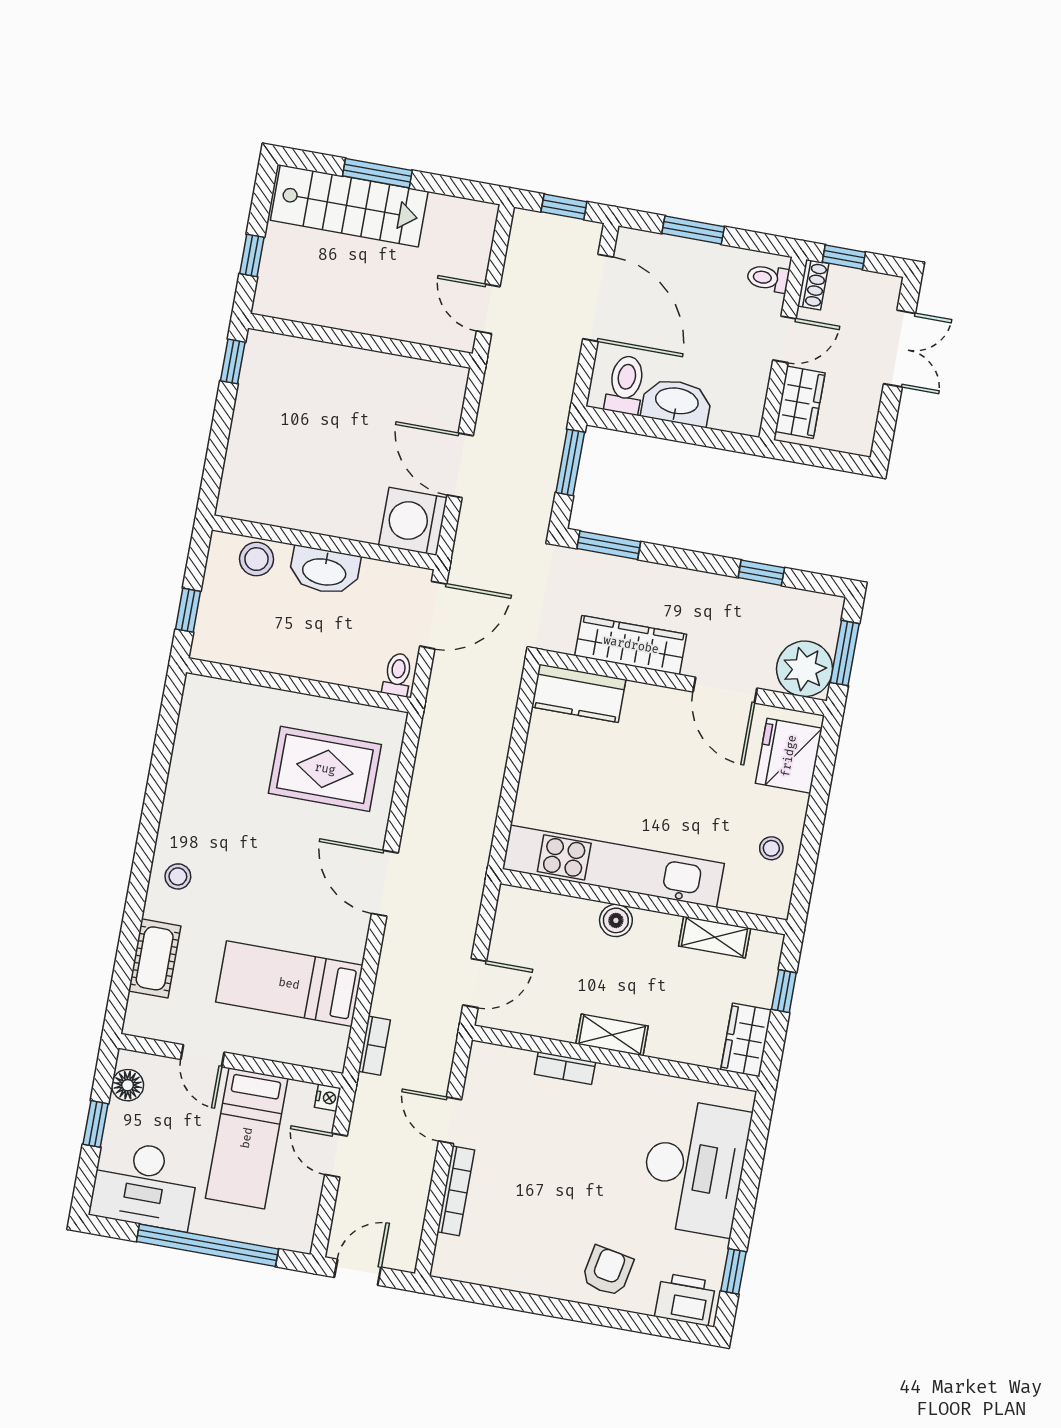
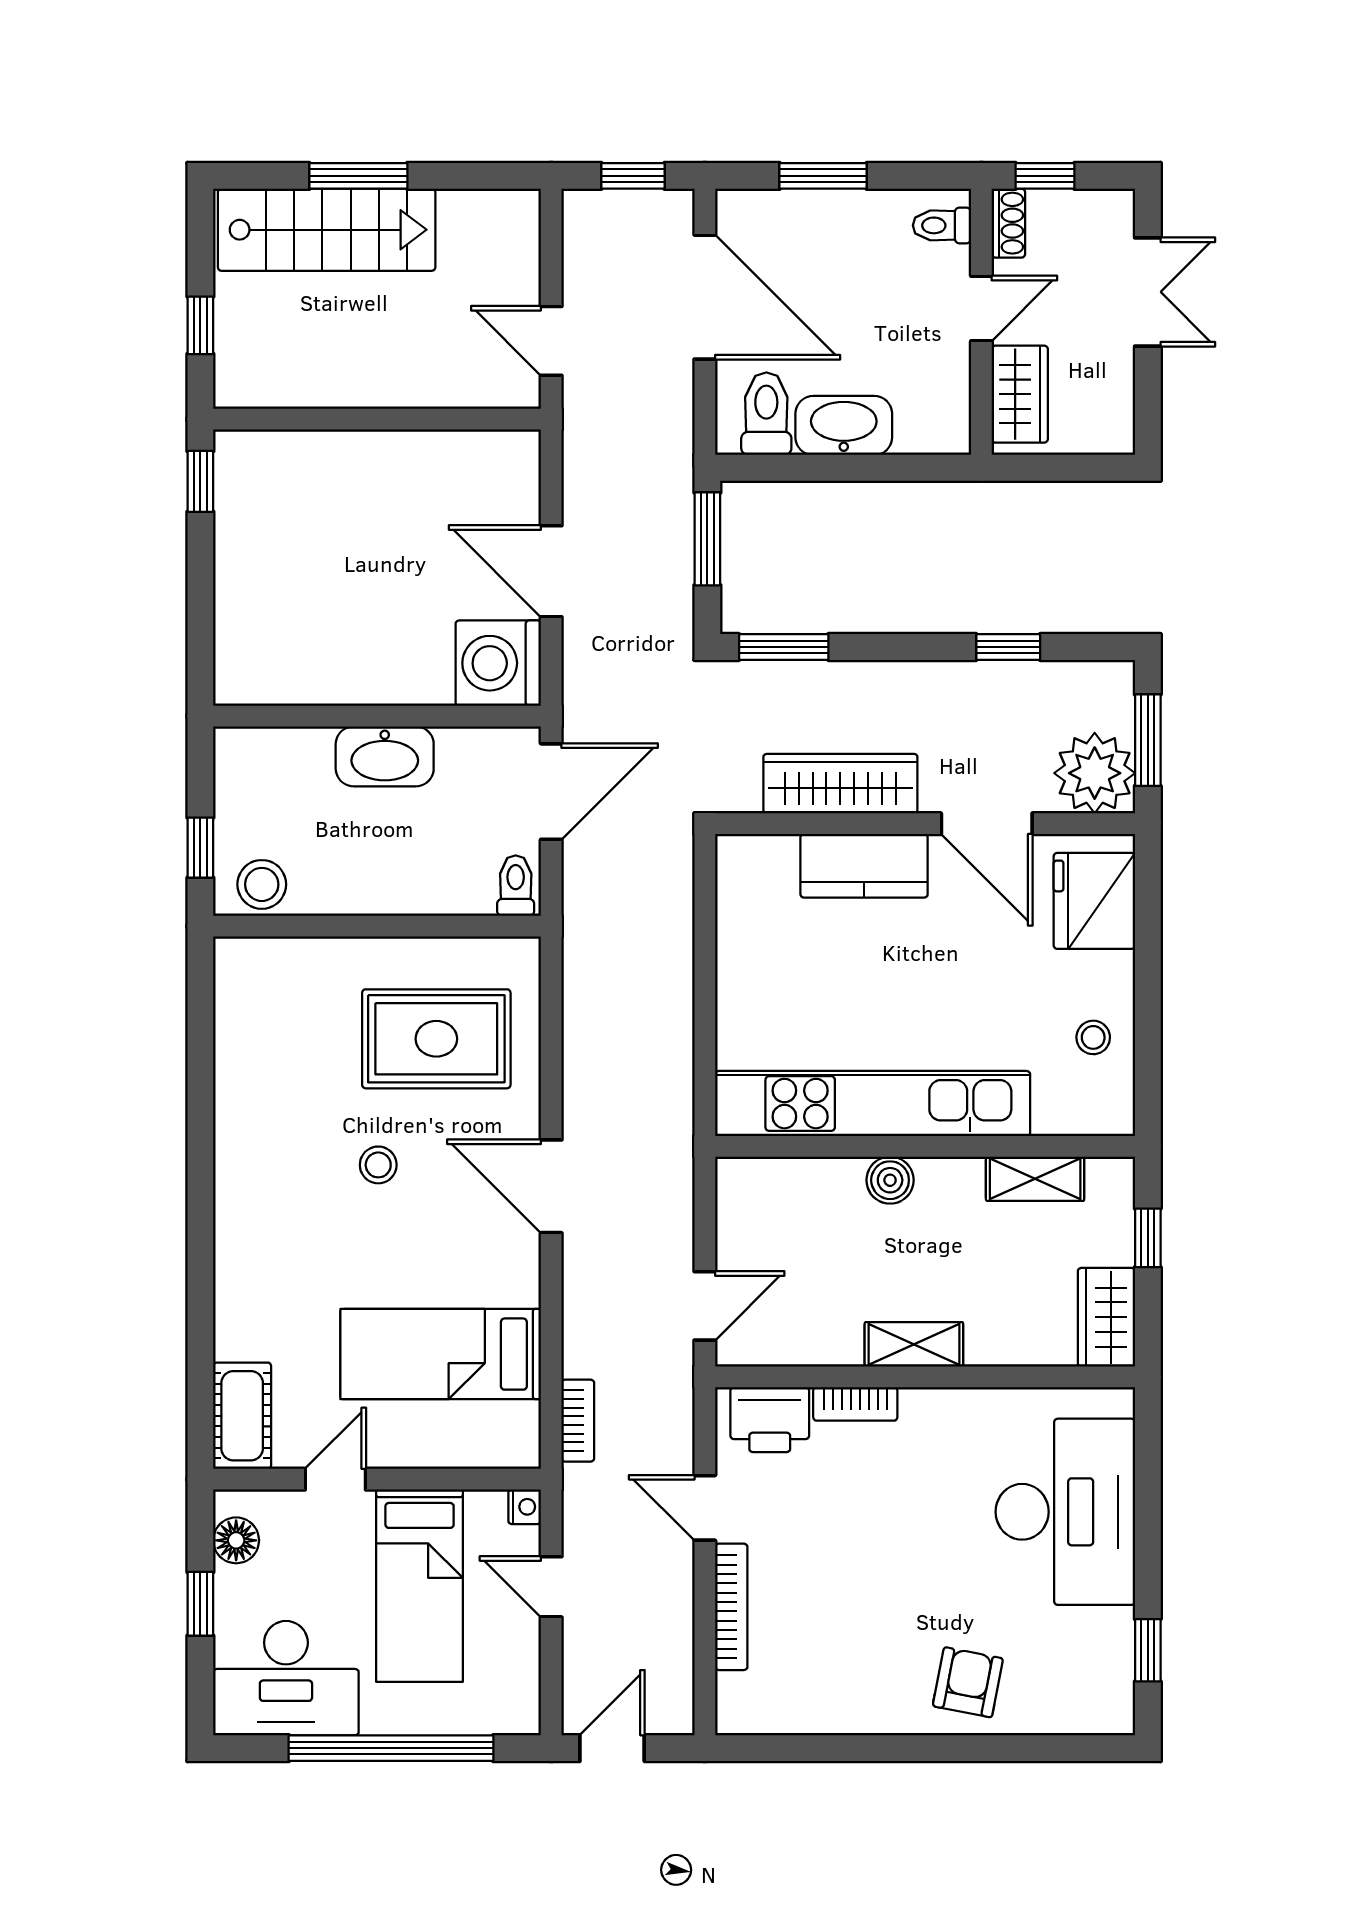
stool: (256, 559) -> (262, 884), moved
kitchen counter: (579, 693) -> (864, 866), moved
stool: (178, 876) -> (378, 1165), moved
cot: (155, 958) -> (242, 1416), moved
door: (203, 1056) -> (335, 1479), swing flipped
printer: (685, 1299) -> (770, 1420), moved, turned 180

